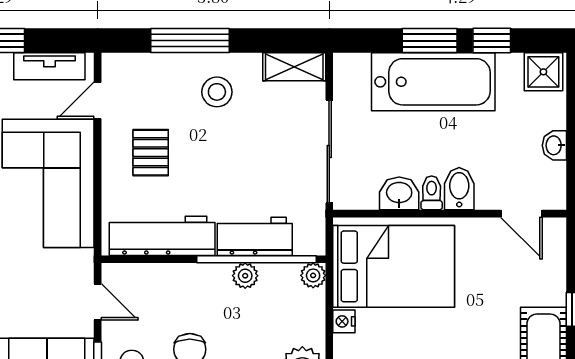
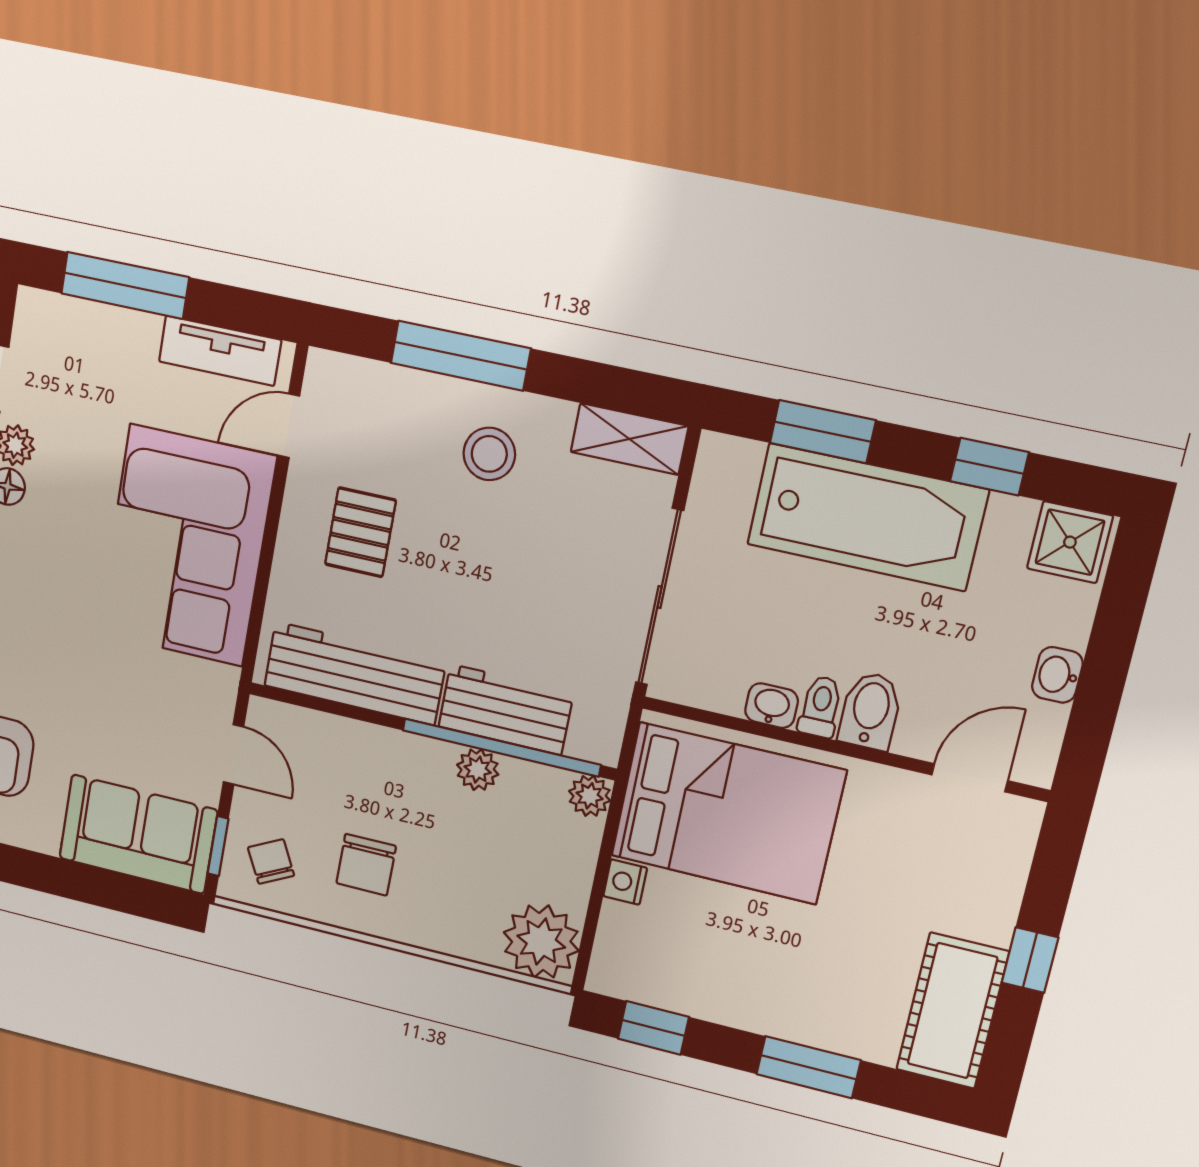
window: (430, 41) -> (823, 432), moved
washbasin: (399, 193) -> (772, 706), width x0.72, depth x0.69
door: (521, 214) -> (970, 778), swing flipped

